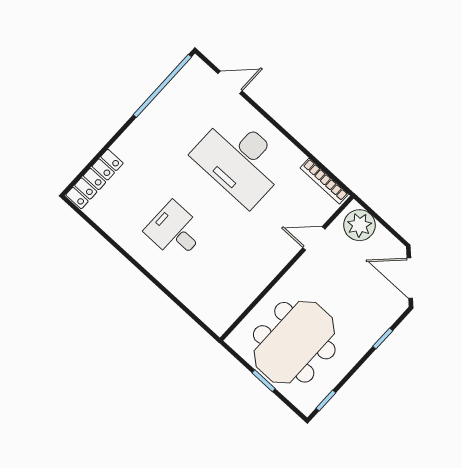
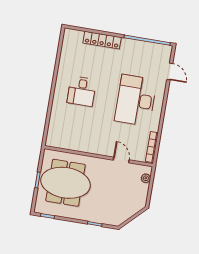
locker: (95, 179) -> (102, 40), moved
plant: (359, 225) -> (146, 178), width x0.53, depth x0.53
desk: (175, 231) -> (82, 91), turned 180
door: (410, 278) -> (132, 218), removed

